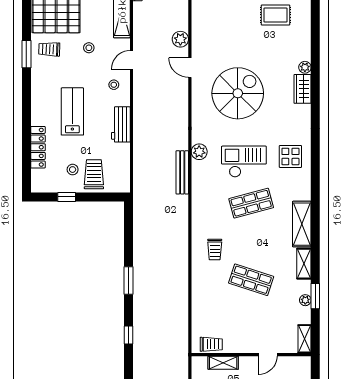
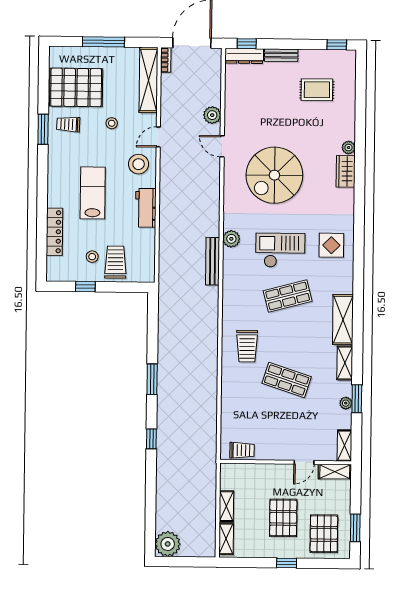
stool: (114, 85) -> (139, 164), width x1.89, depth x1.89
spiral stairs: (238, 93) -> (274, 175), turned 180
trolley: (215, 249) -> (247, 346), width x1.36, depth x1.39
shelving: (223, 363) -> (335, 472), moved

